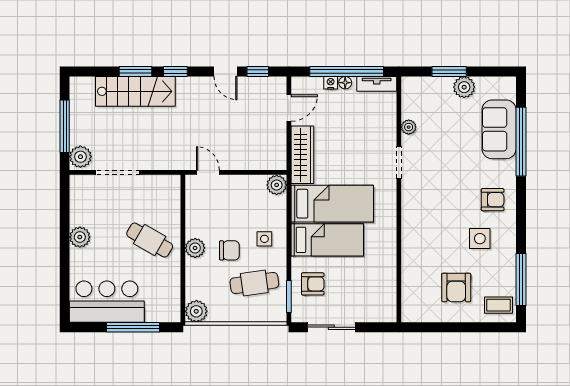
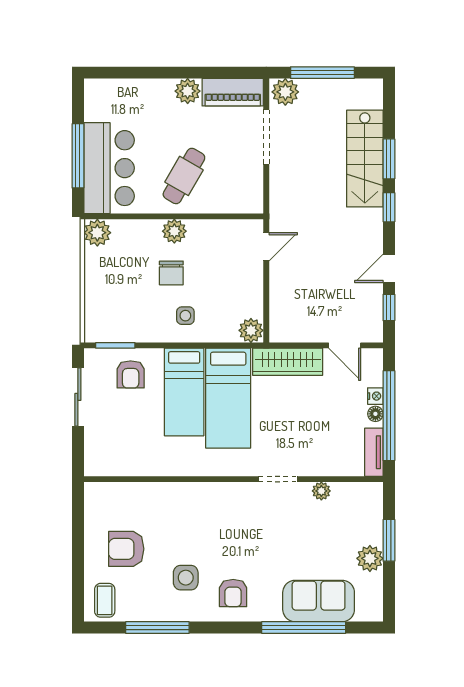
piano: (81, 200) -> (233, 92), added
window: (521, 279) -> (157, 628), moved
cafe table: (254, 283) -> (132, 303), removed
bar counter: (107, 302) -> (109, 168), moved

